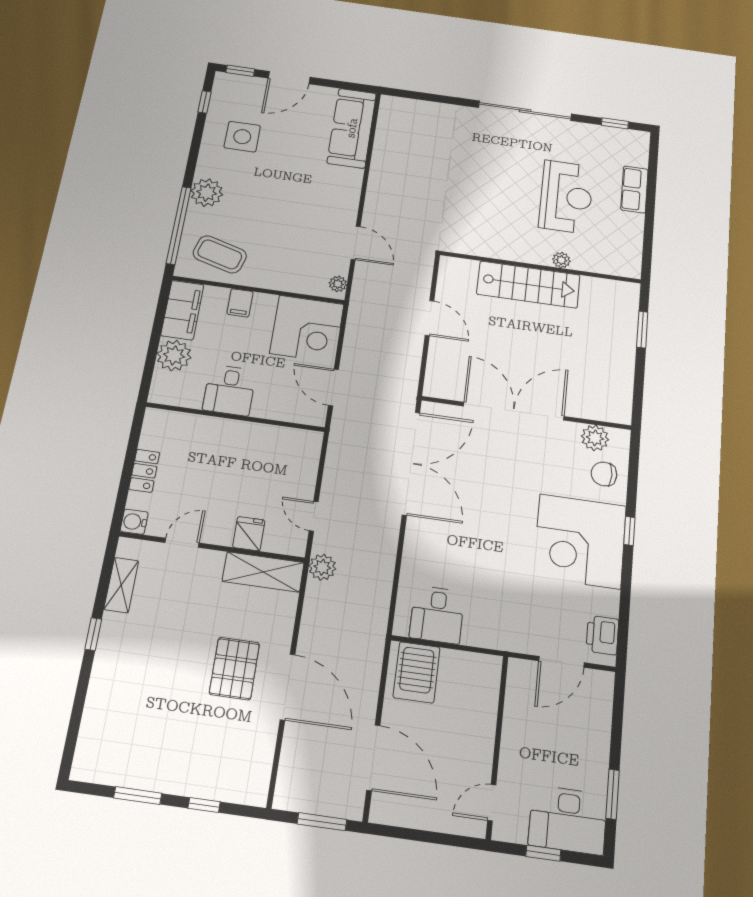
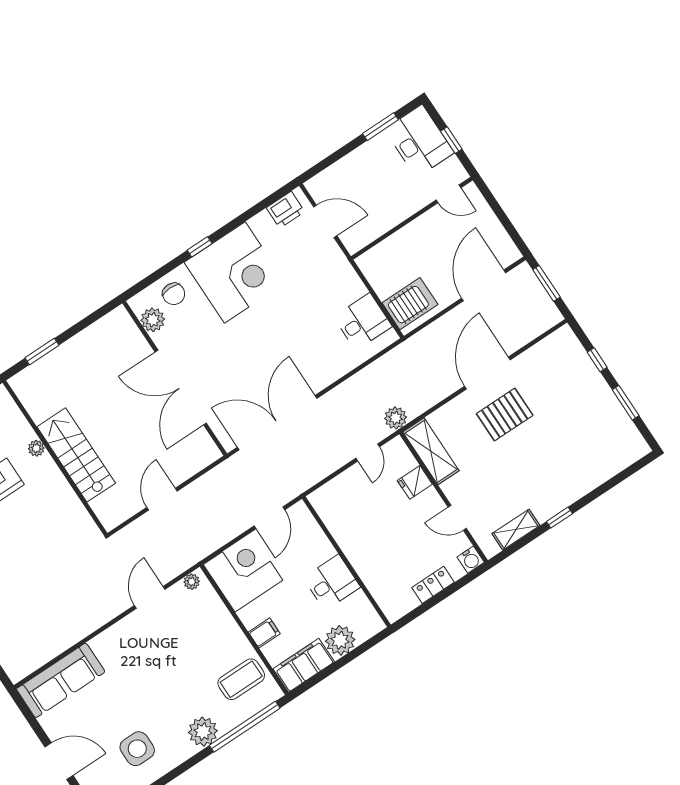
coffee table: (220, 254) -> (241, 679), turned 74

